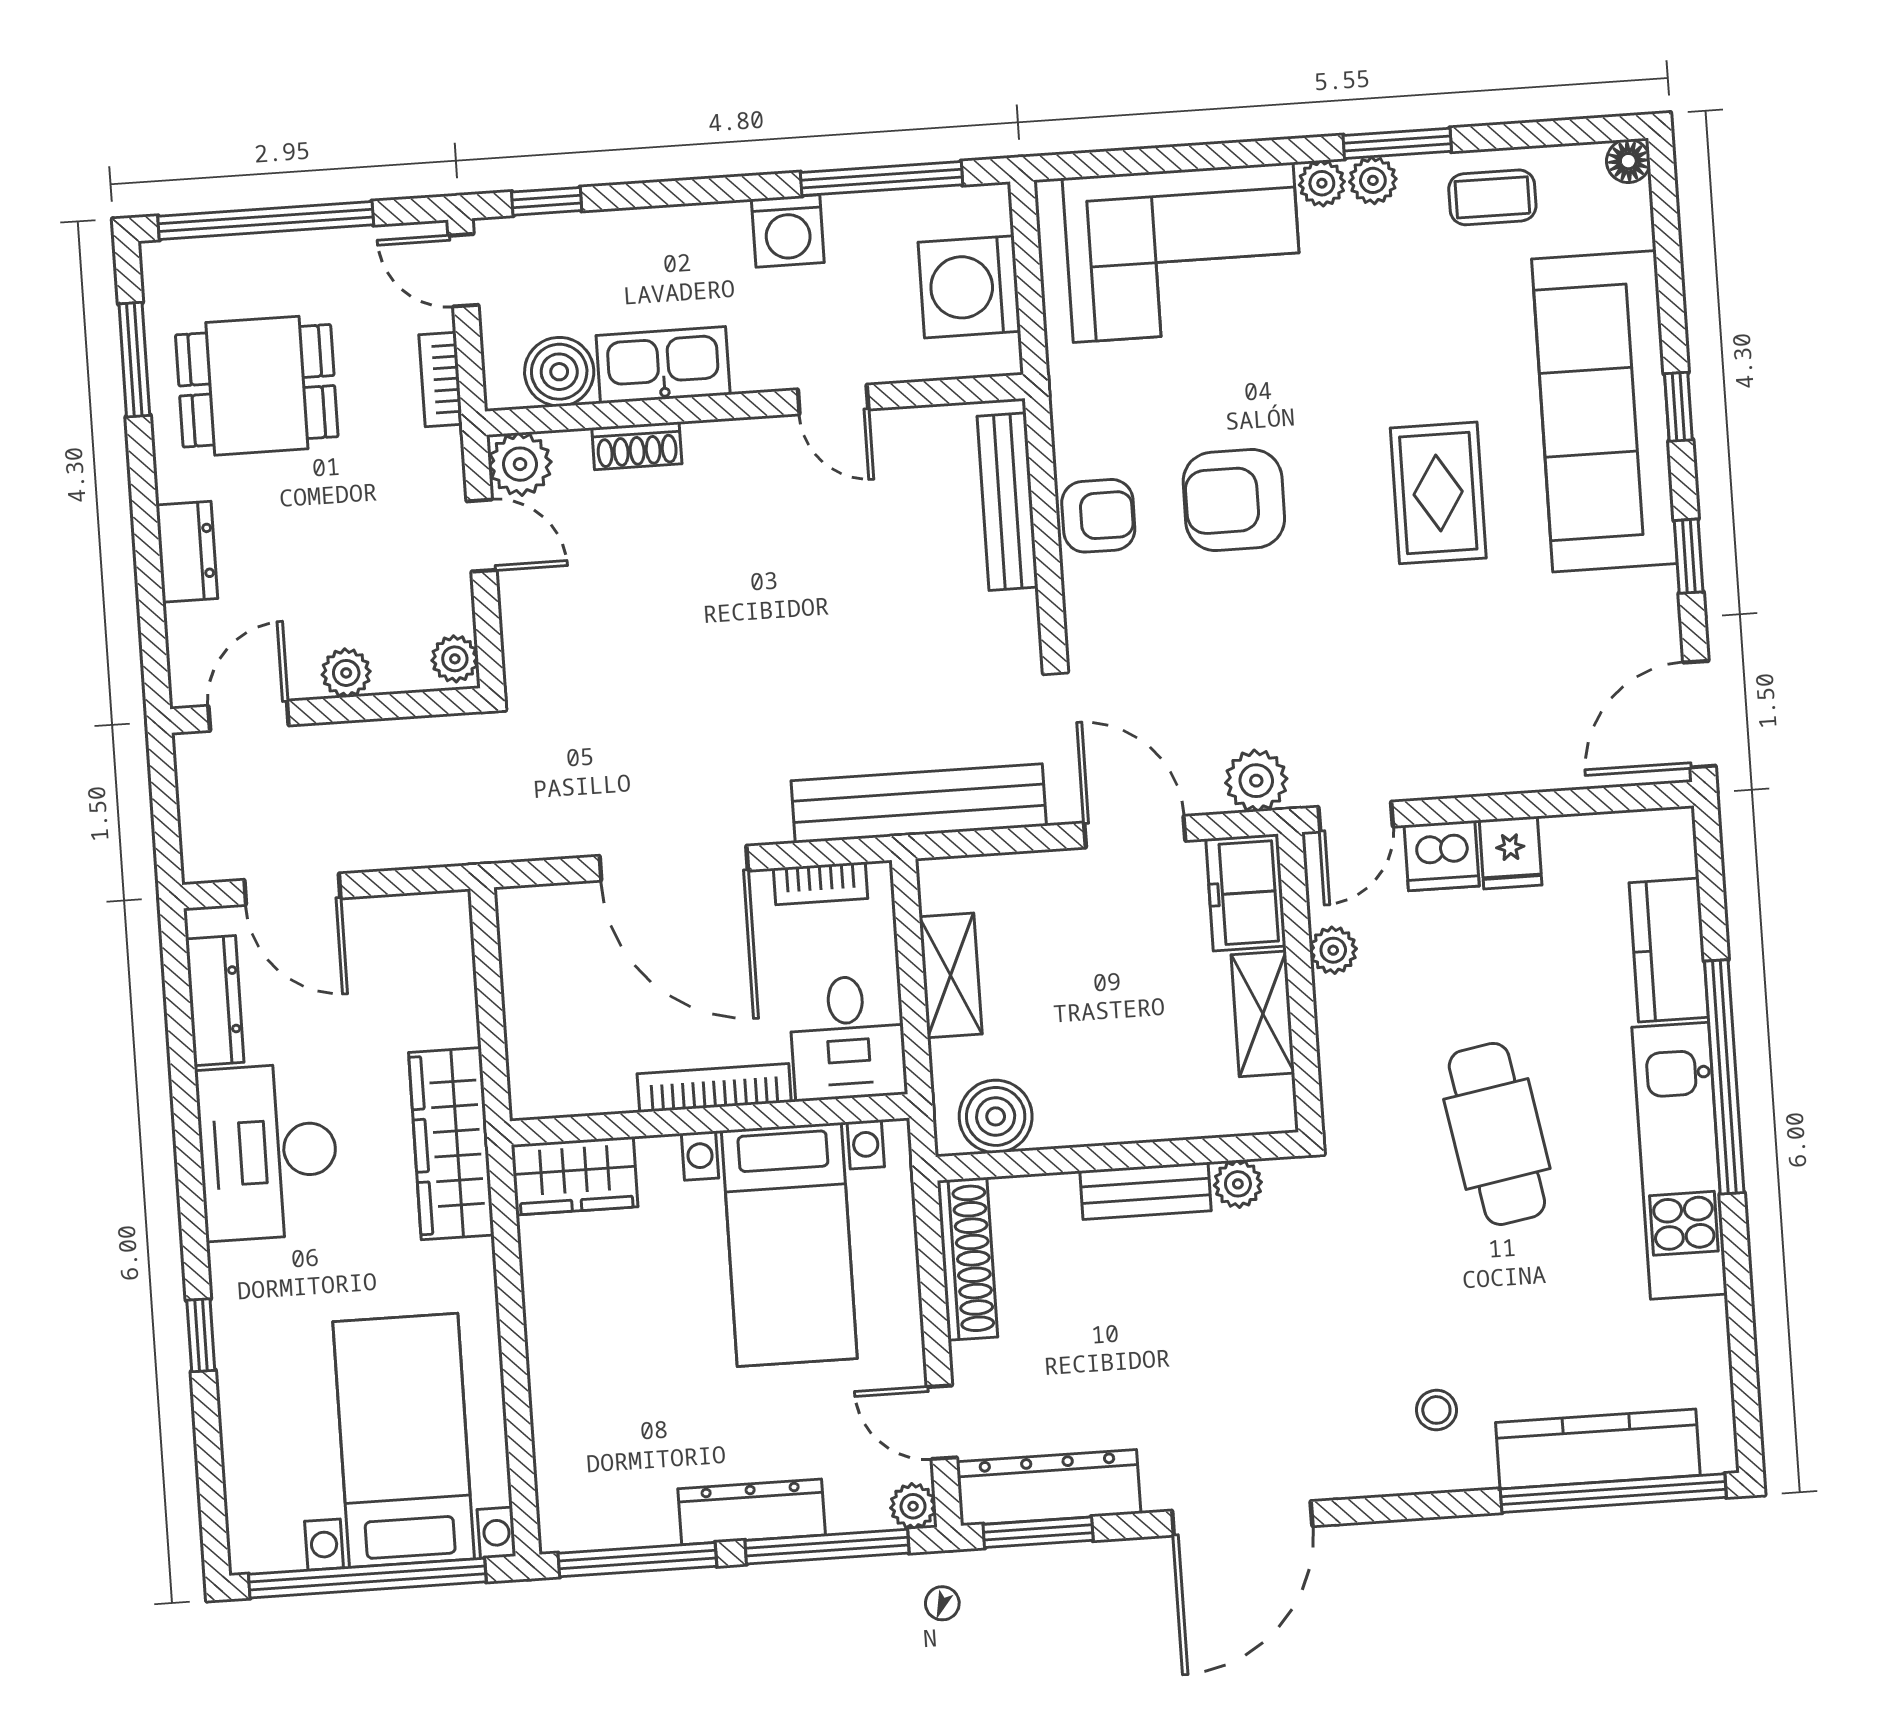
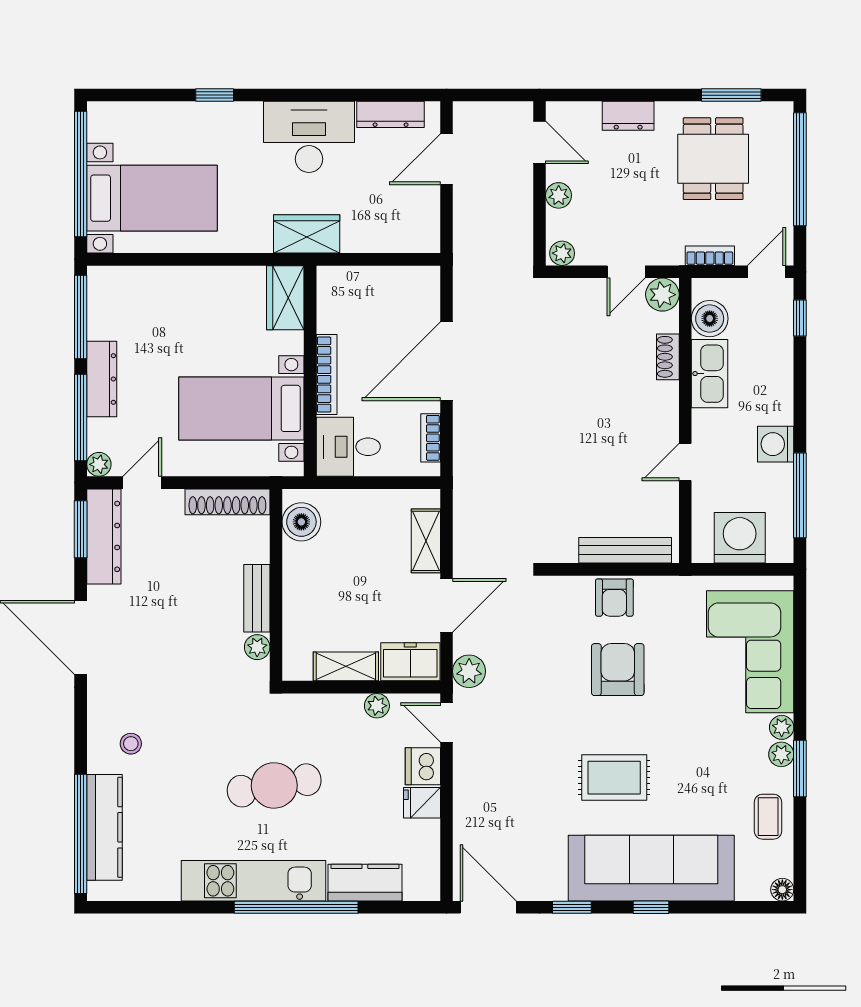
bench: (919, 803) -> (469, 493), removed
shelving: (951, 975) -> (426, 541), moved, turned 90
wardrobe: (451, 1144) -> (307, 234), width x0.67

